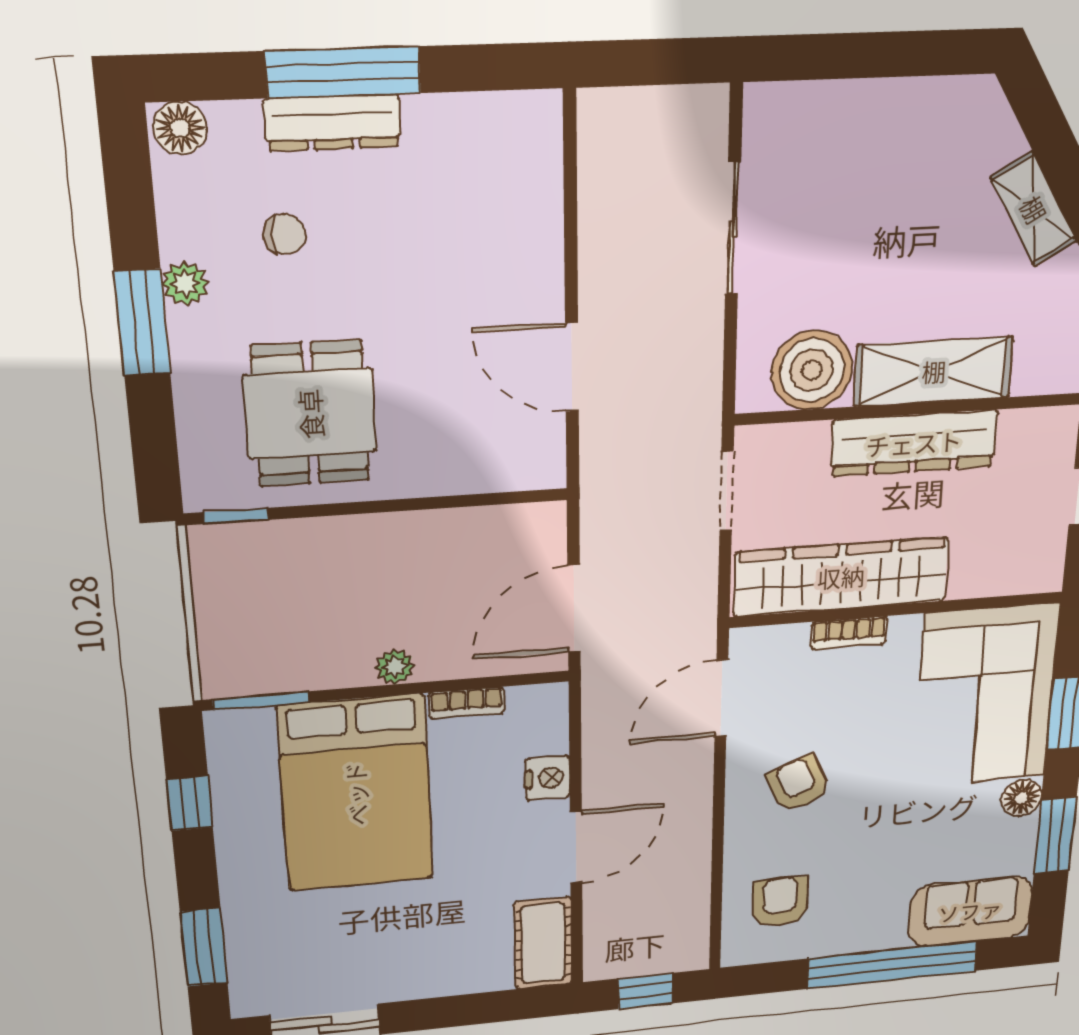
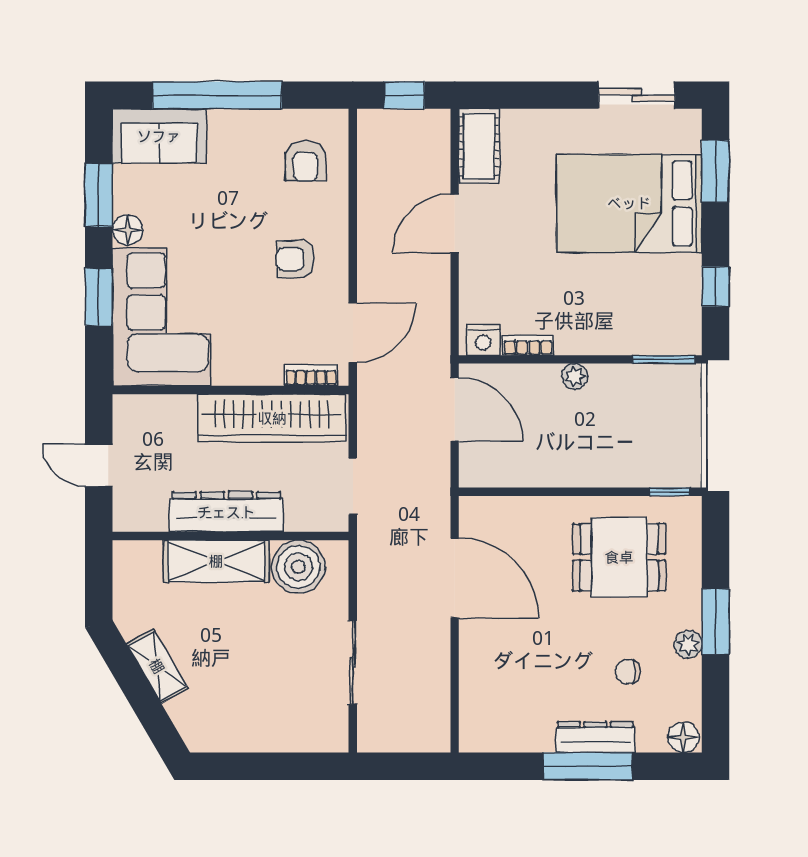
door: (572, 367) -> (455, 578), width x1.36
dining table: (310, 414) -> (619, 557), turned 90
door: (574, 609) -> (455, 409), hinge flipped
bookcase: (849, 633) -> (311, 375), moved
nightstand: (548, 778) -> (483, 340), moved, turned -90
armchair: (798, 784) -> (296, 259), turned 113
bed: (356, 794) -> (629, 203), moved, turned -90

